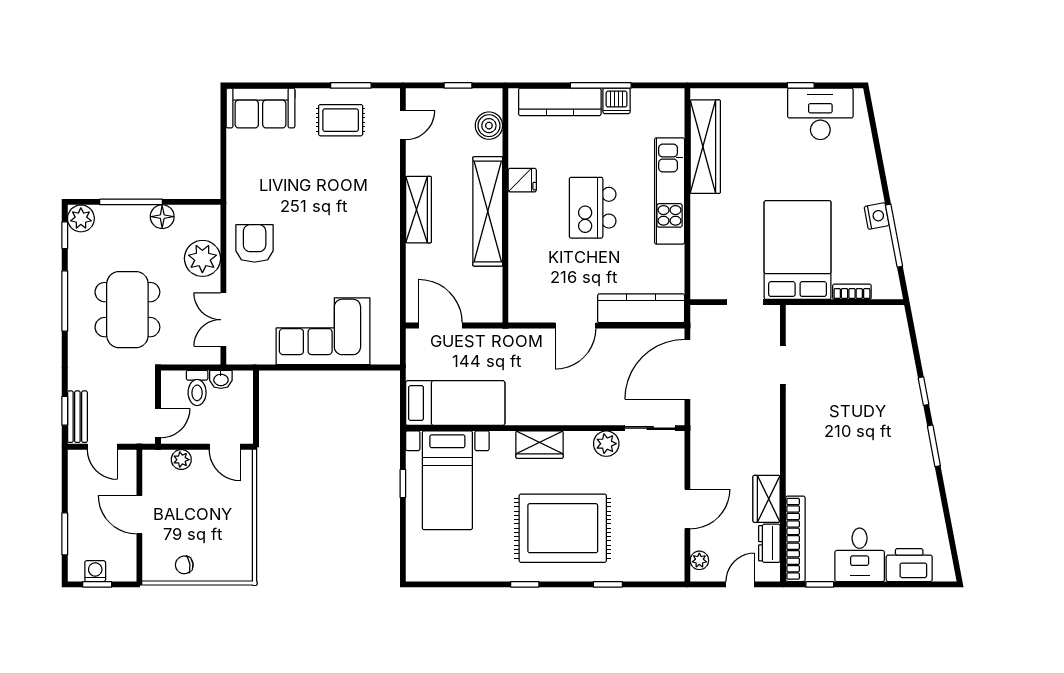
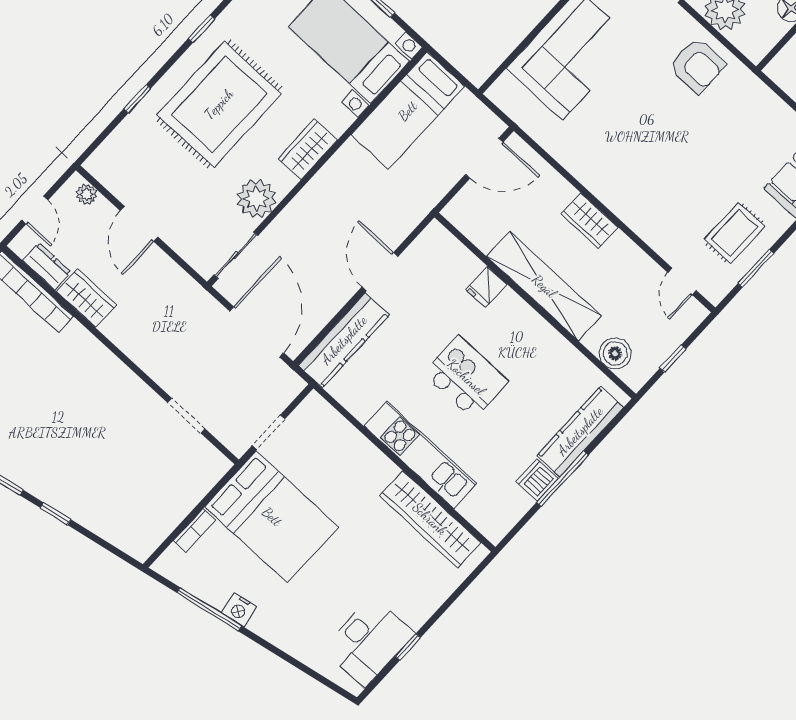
fridge: (522, 180) -> (487, 287), moved
wardrobe: (419, 210) -> (590, 221), width x0.67
plant: (606, 444) -> (256, 199), width x1.36, depth x1.36

